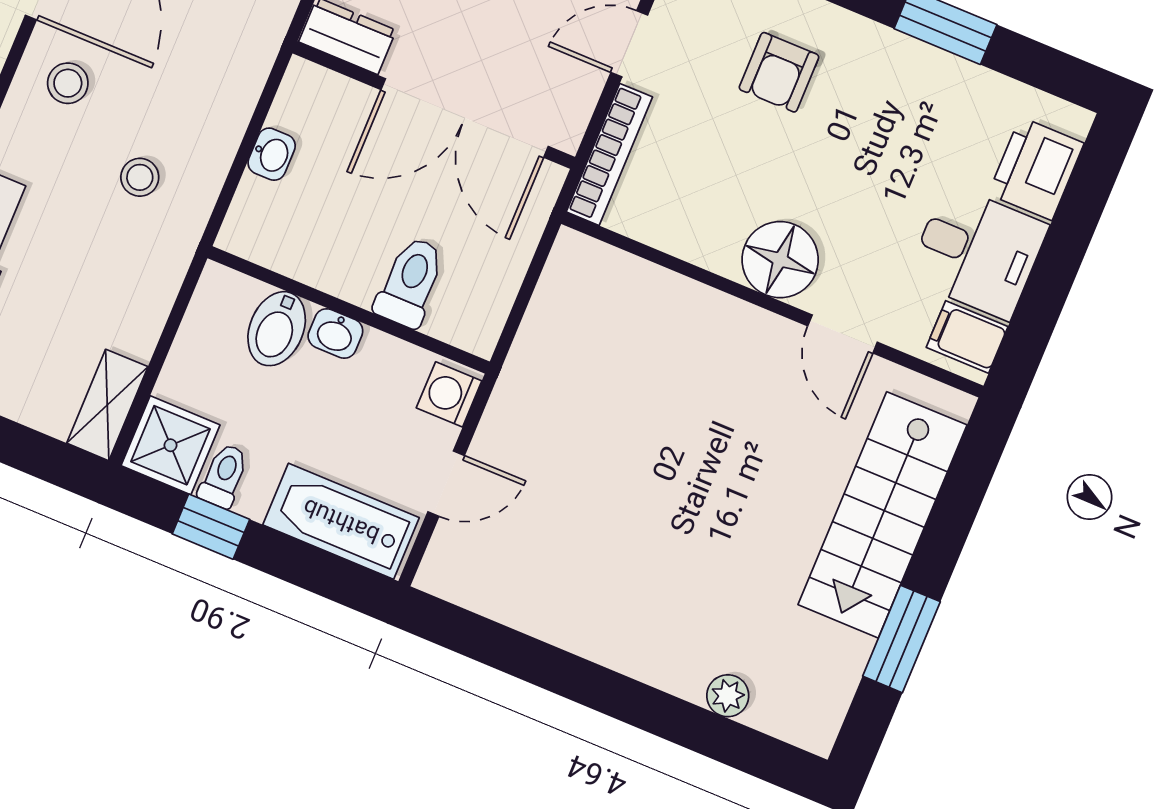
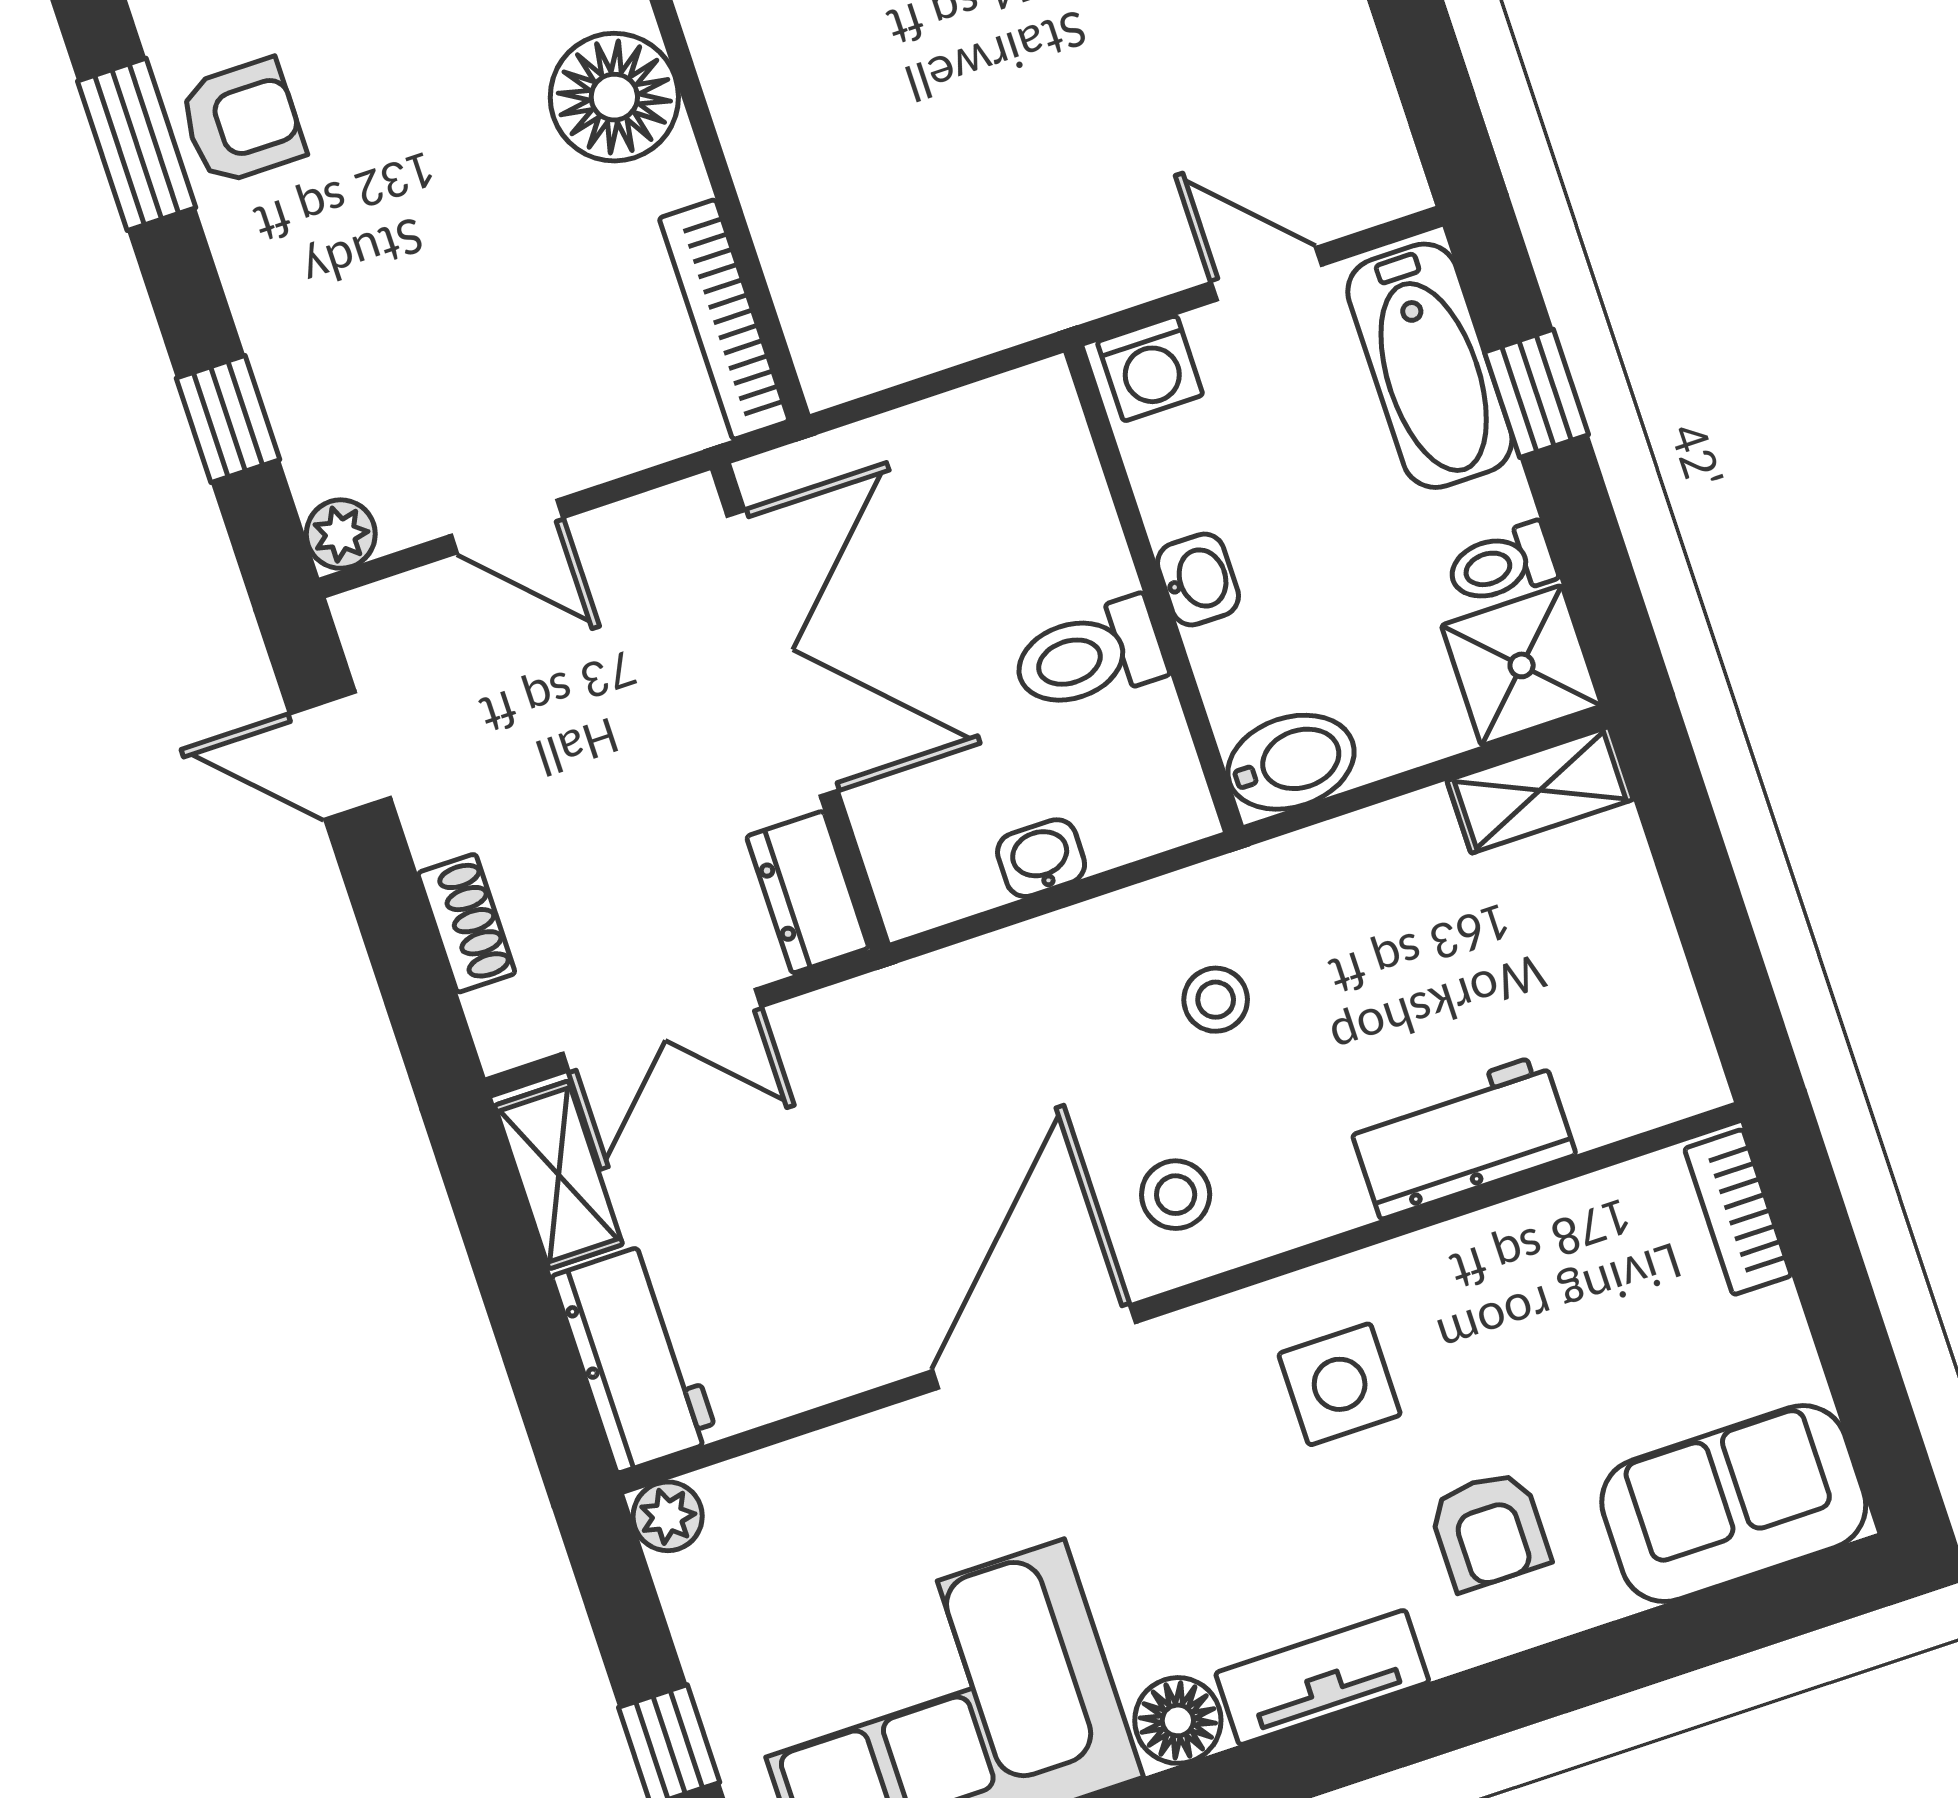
armchair: (779, 72) -> (242, 122), moved
bookcase: (609, 154) -> (724, 319), moved, turned -90
toilet: (410, 282) -> (1089, 656), moved
bidet: (277, 329) -> (1291, 762), moved
window: (211, 527) -> (1536, 393), moved

